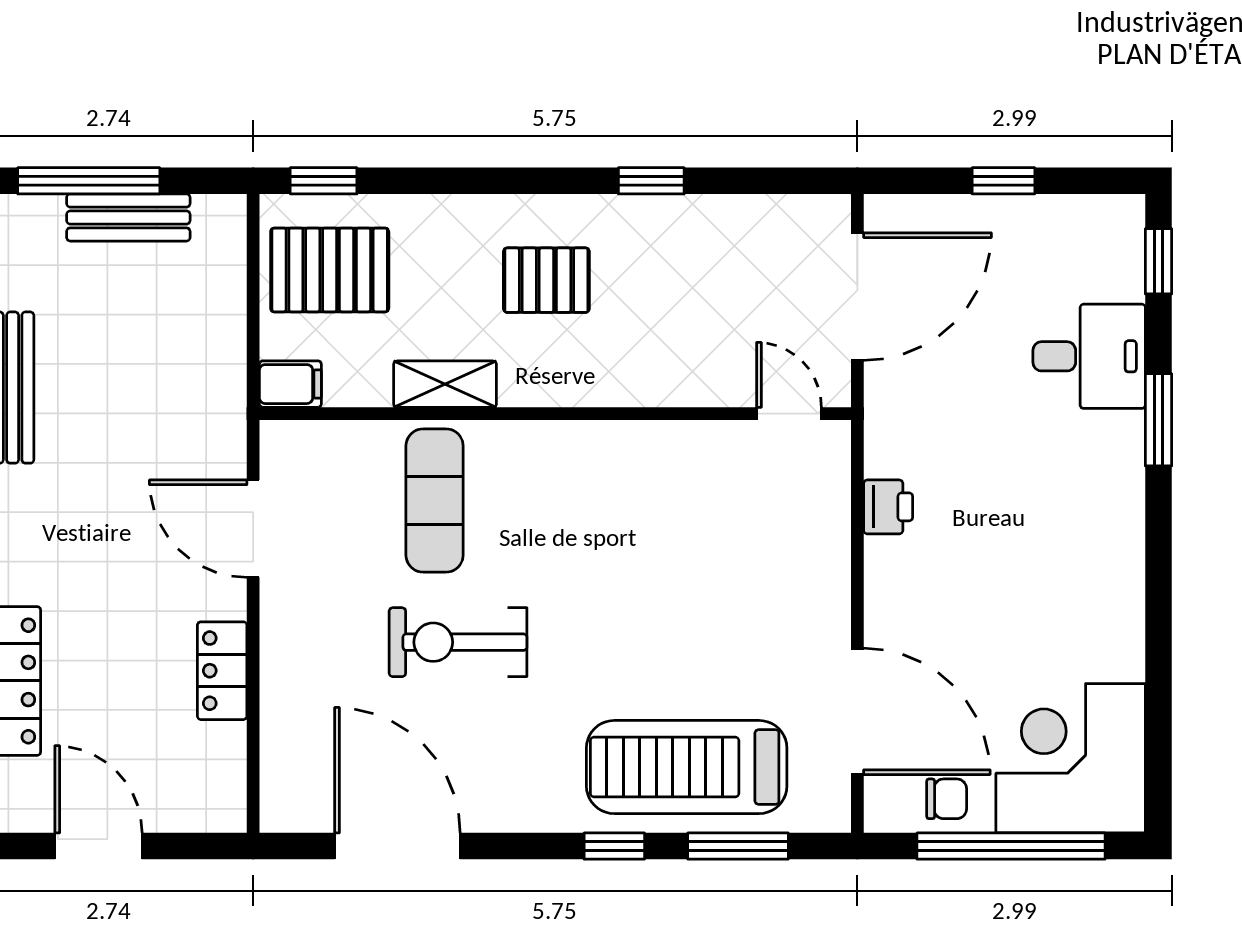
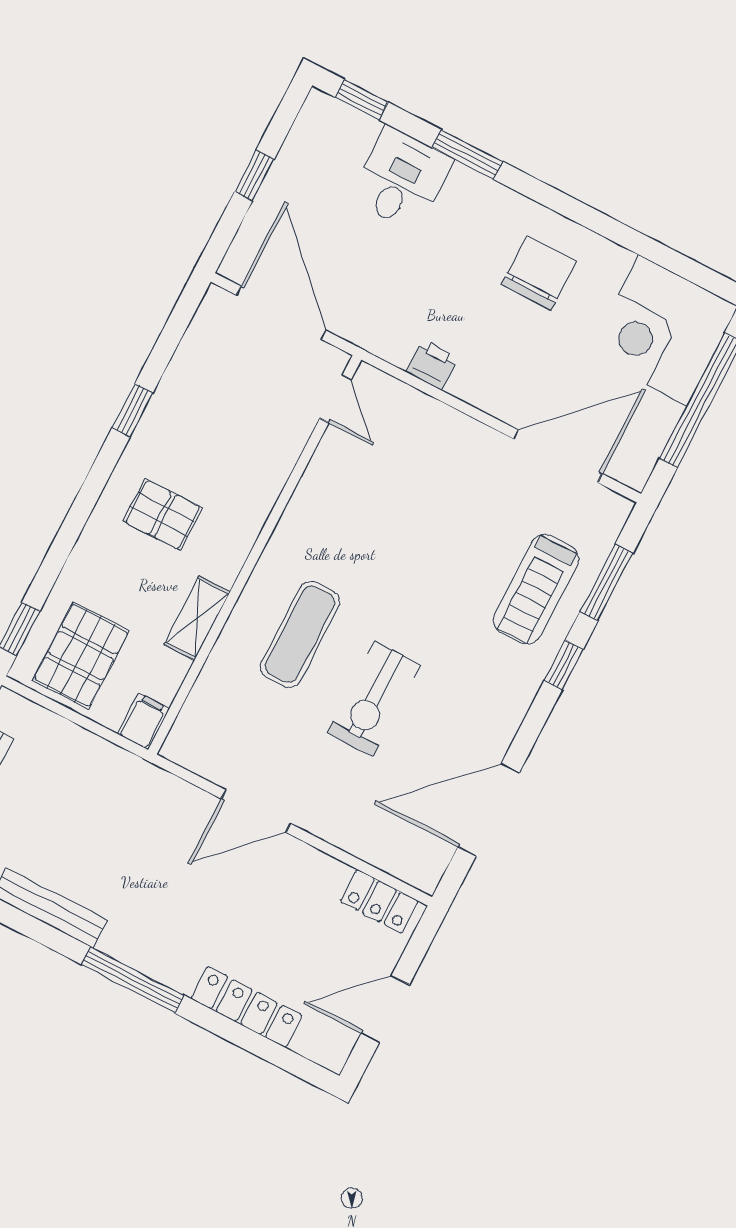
pallet: (546, 280) -> (163, 515), turned 90
door: (789, 414) -> (336, 399), swing flipped
exercise mat: (435, 500) -> (300, 634), moved, turned 90
door: (253, 529) -> (256, 811), moved
locker: (222, 671) -> (379, 901), moved
treadmill: (687, 767) -> (536, 589), width x0.73, depth x0.73
chair: (947, 799) -> (539, 273), moved, width x1.87, depth x1.87

